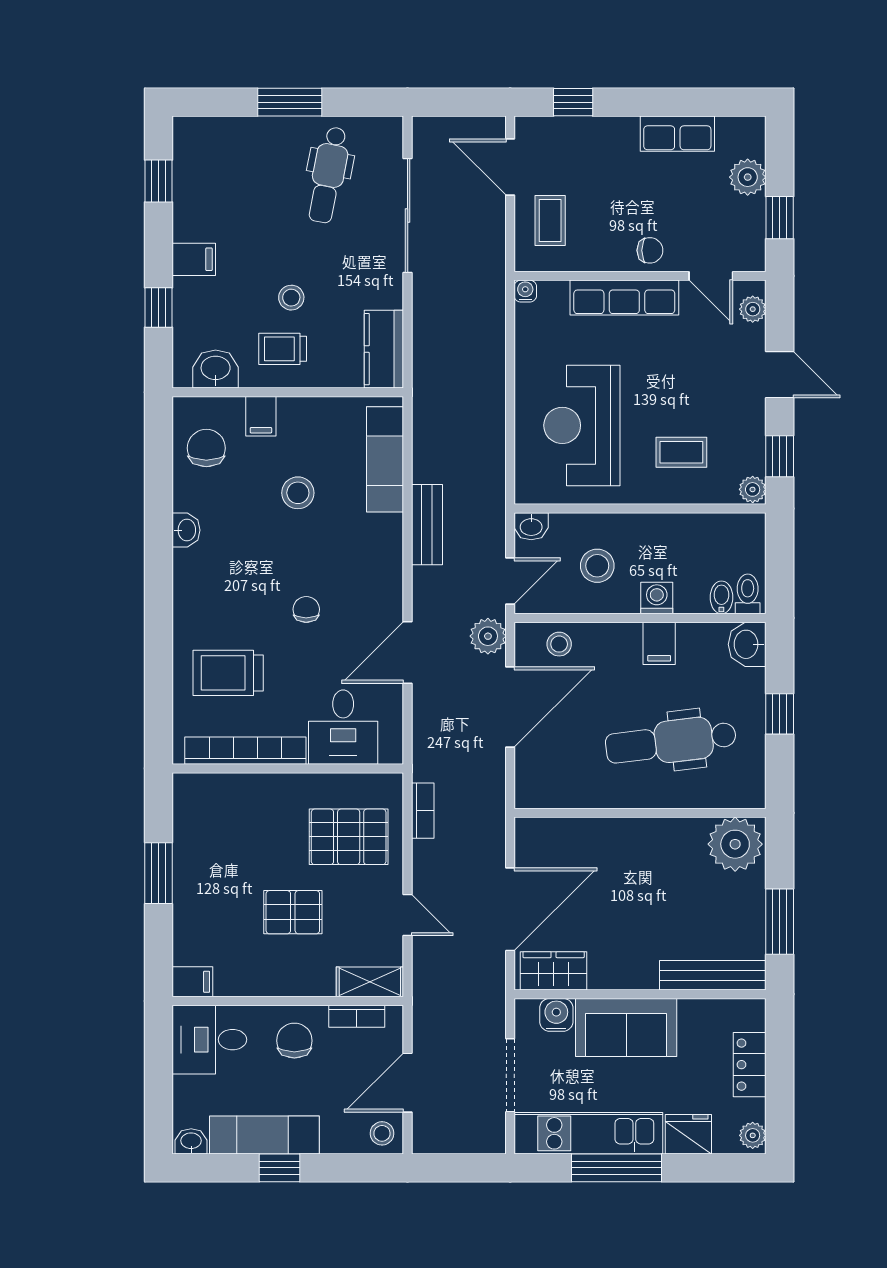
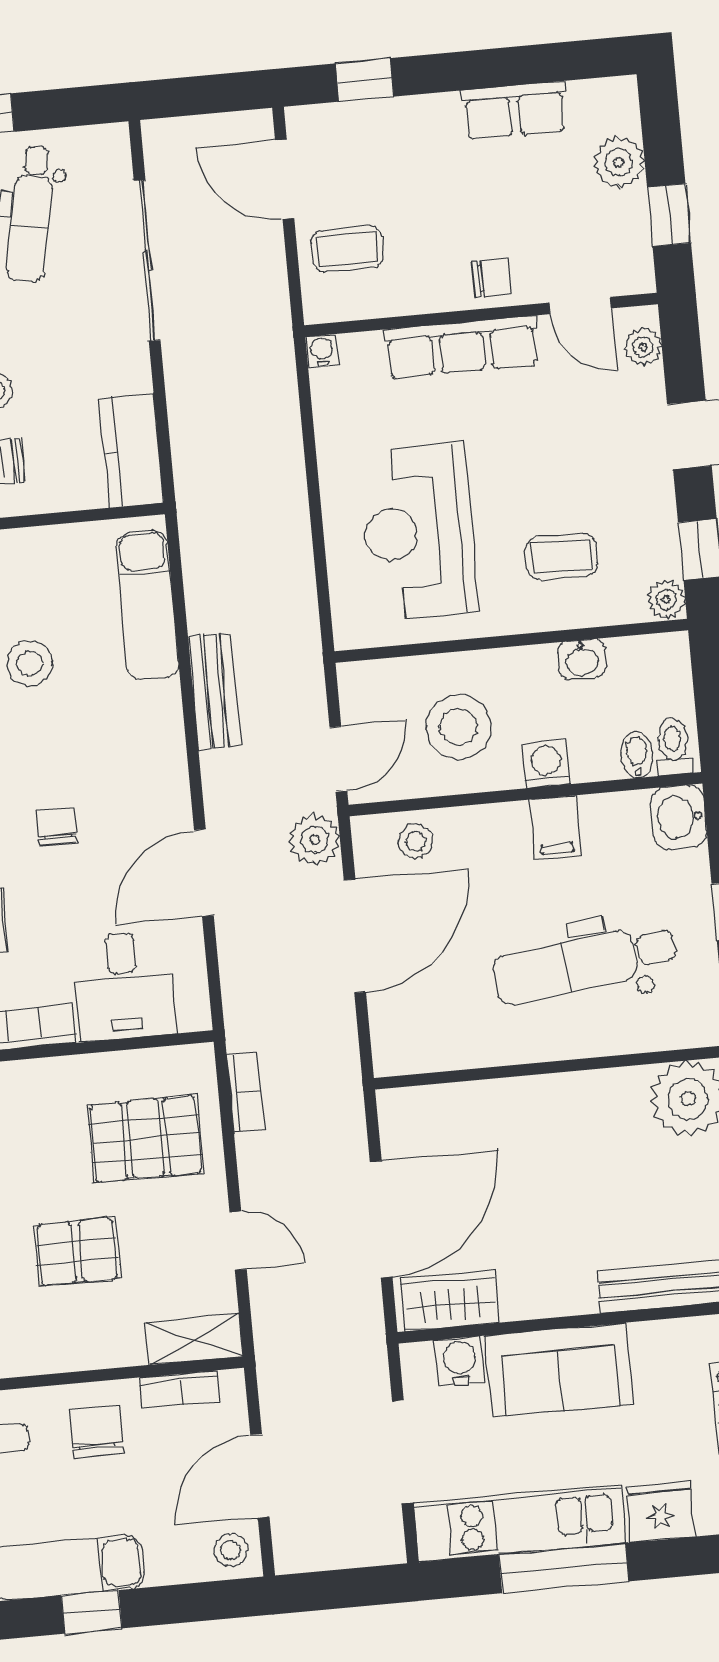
coffee table: (550, 220) -> (348, 249), turned 90
washbasin: (531, 526) -> (582, 659), moved
stool: (597, 566) -> (459, 727), width x1.38, depth x1.38

